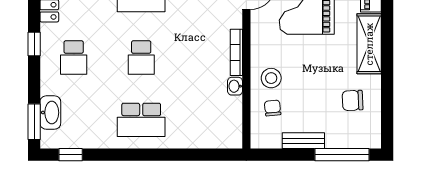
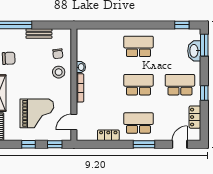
school desk: (74, 58) -> (180, 85), width x1.85
school desk: (141, 58) -> (138, 85), width x1.85

